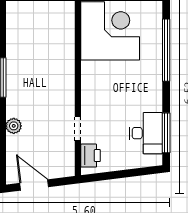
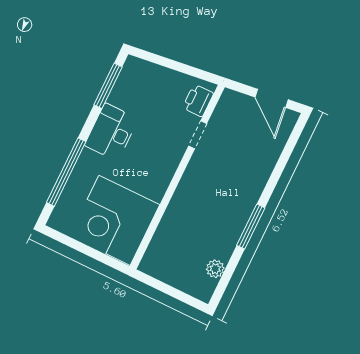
plant: (14, 126) -> (215, 269), moved
desk: (146, 133) -> (111, 132), moved

